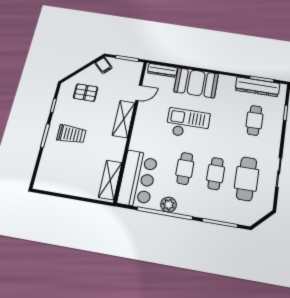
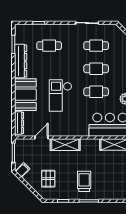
dresser: (257, 87) -> (21, 61), moved
door: (139, 93) -> (42, 137), hinge flipped
cafe table: (247, 179) -> (96, 46), width x0.73, depth x0.74

